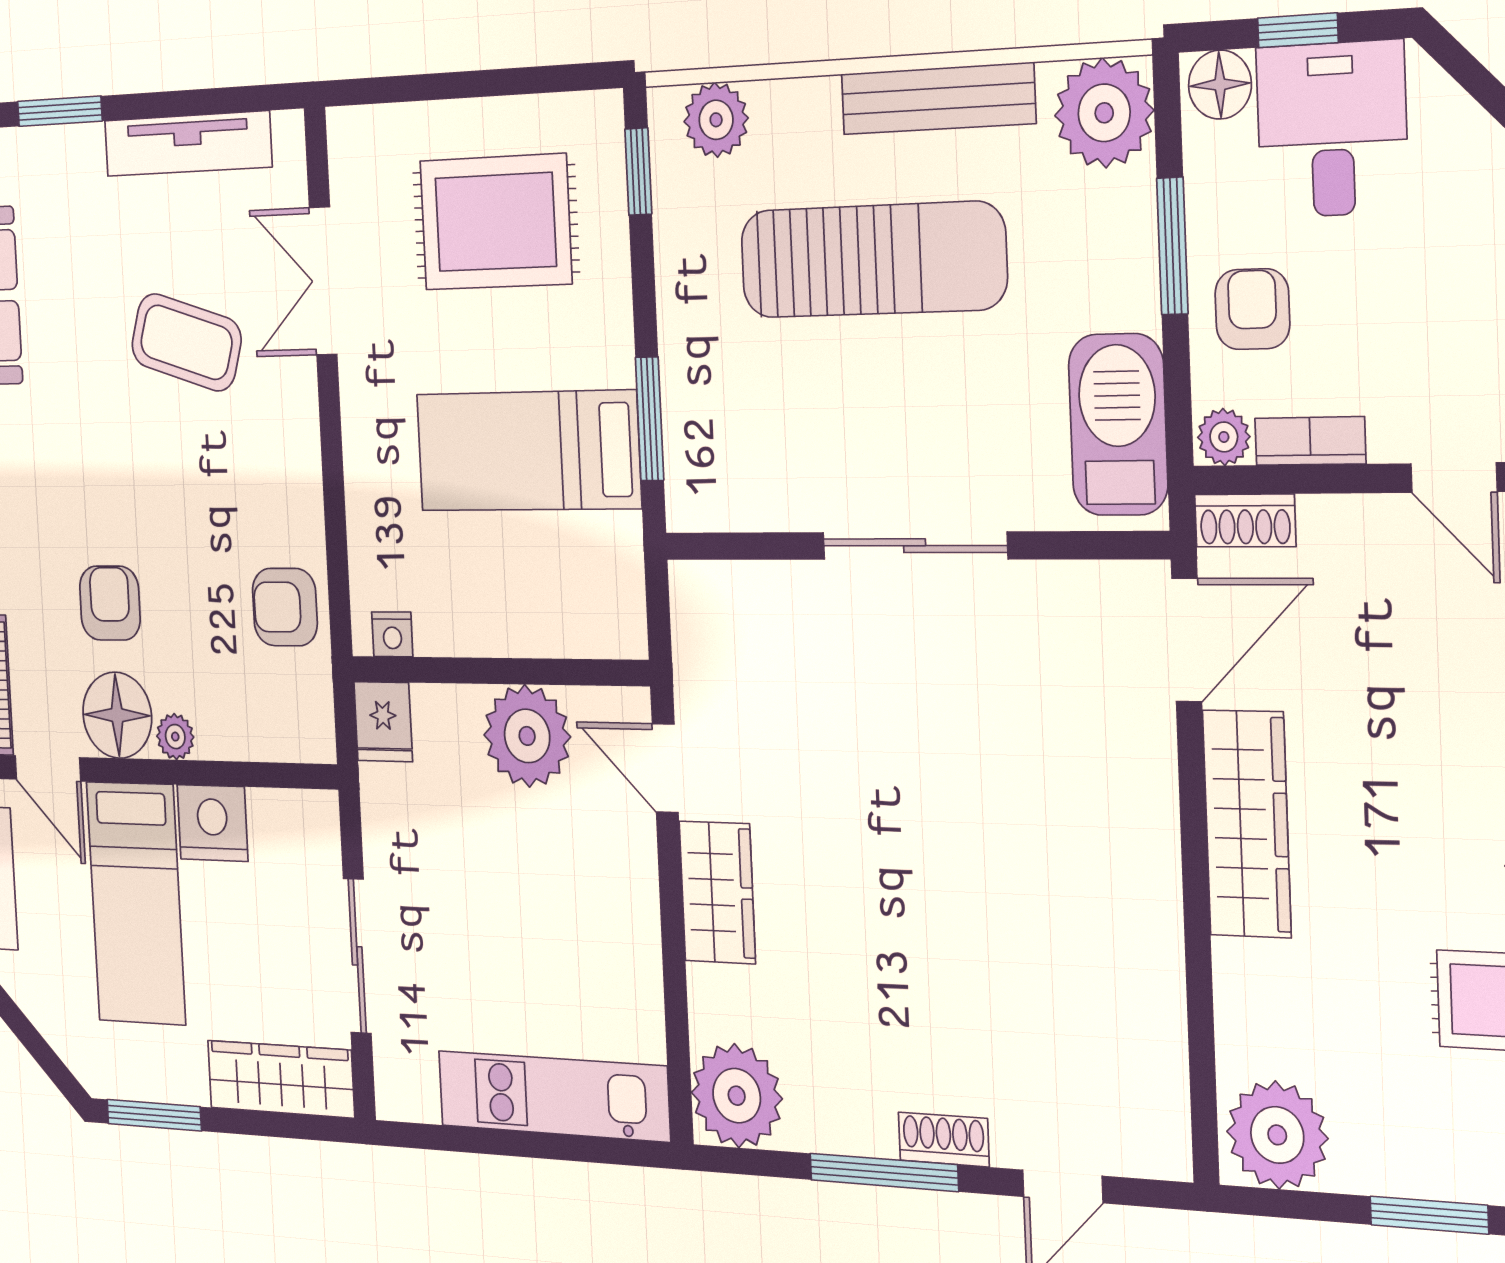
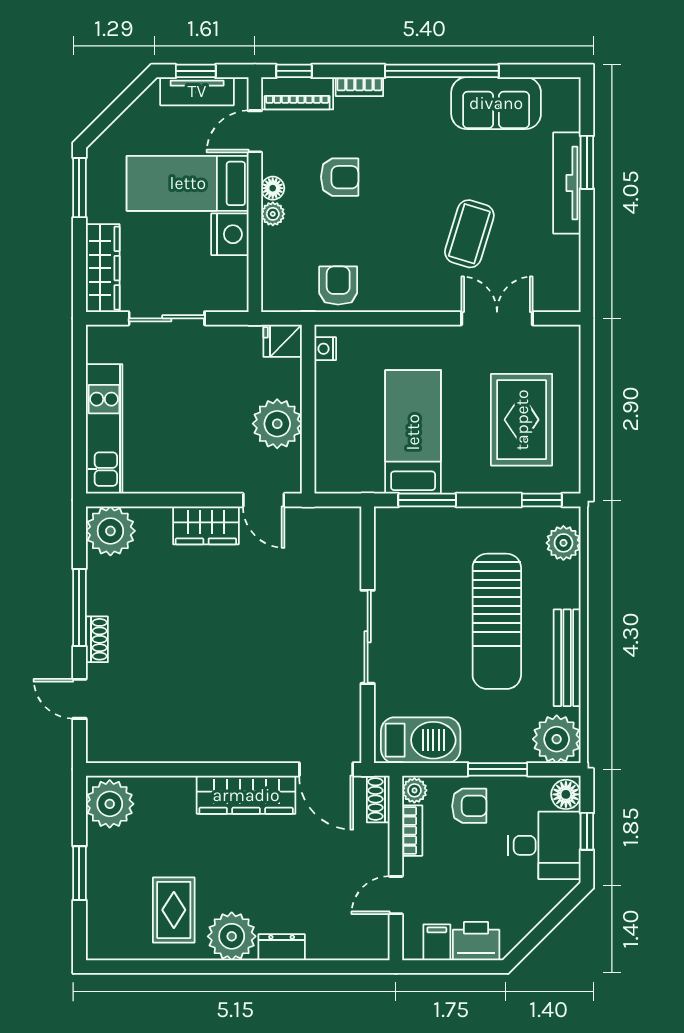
tv unit: (188, 144) -> (567, 183), moved
floor lamp: (117, 715) -> (273, 188), width x0.53, depth x0.53
door: (665, 768) -> (264, 500), swing flipped

